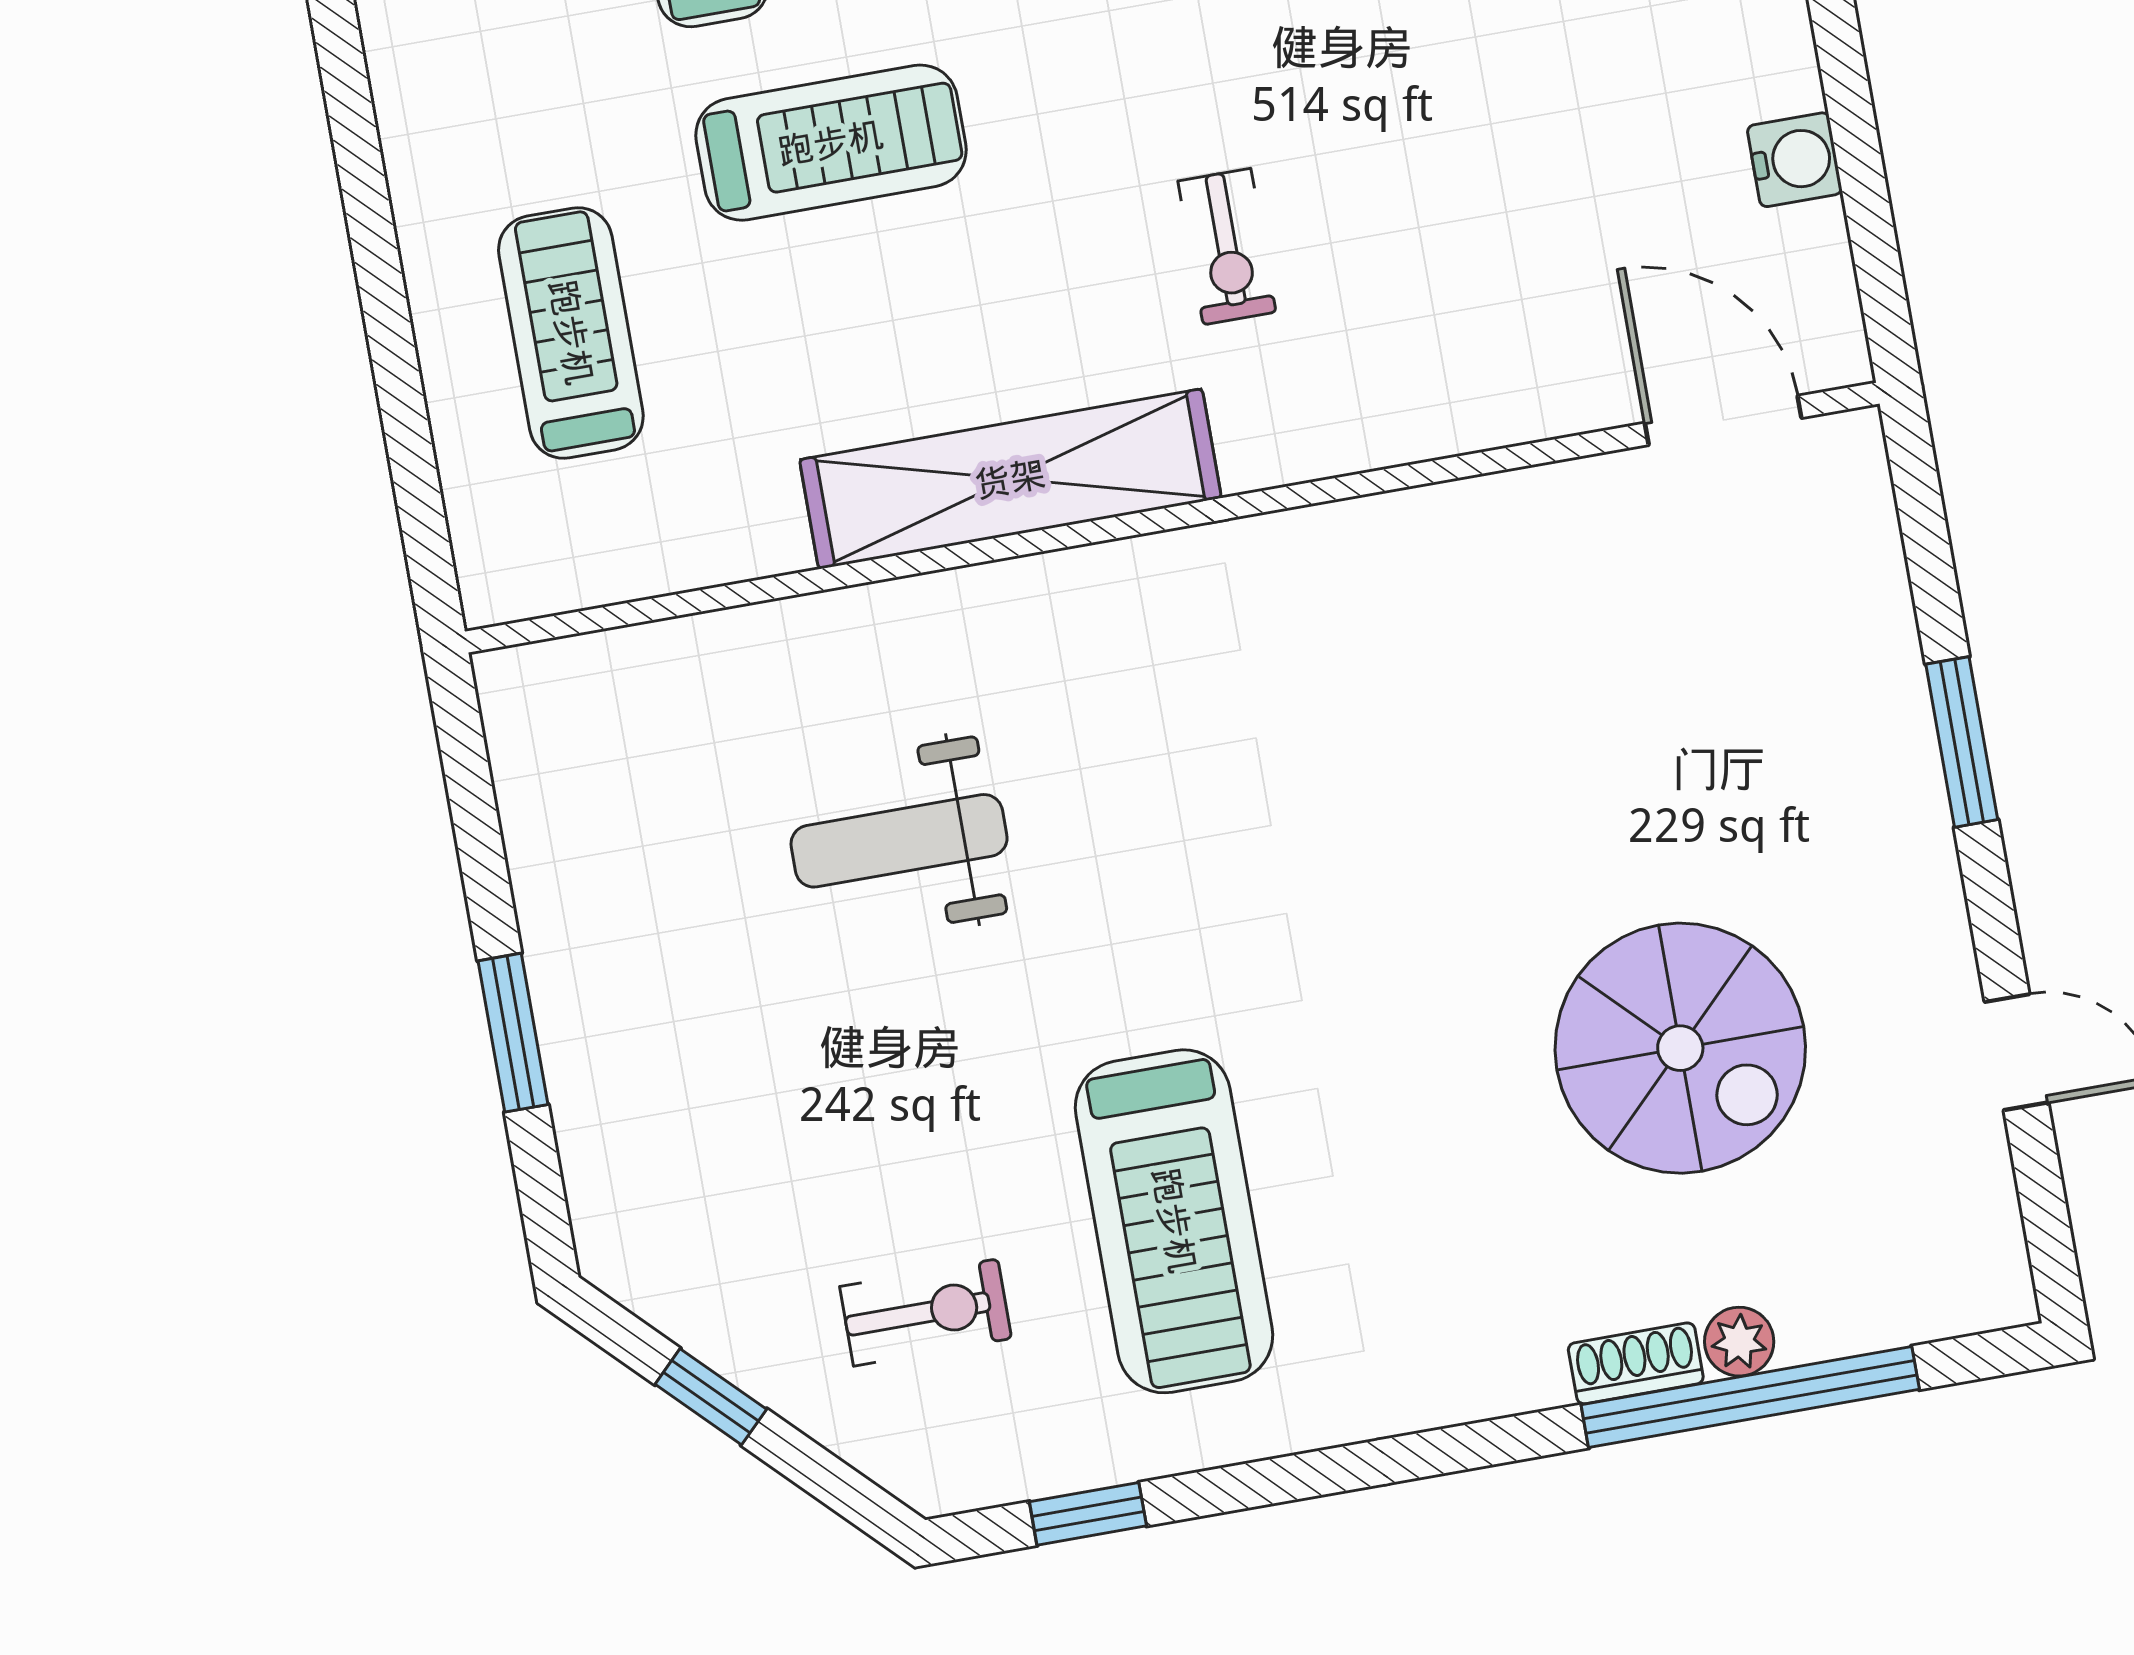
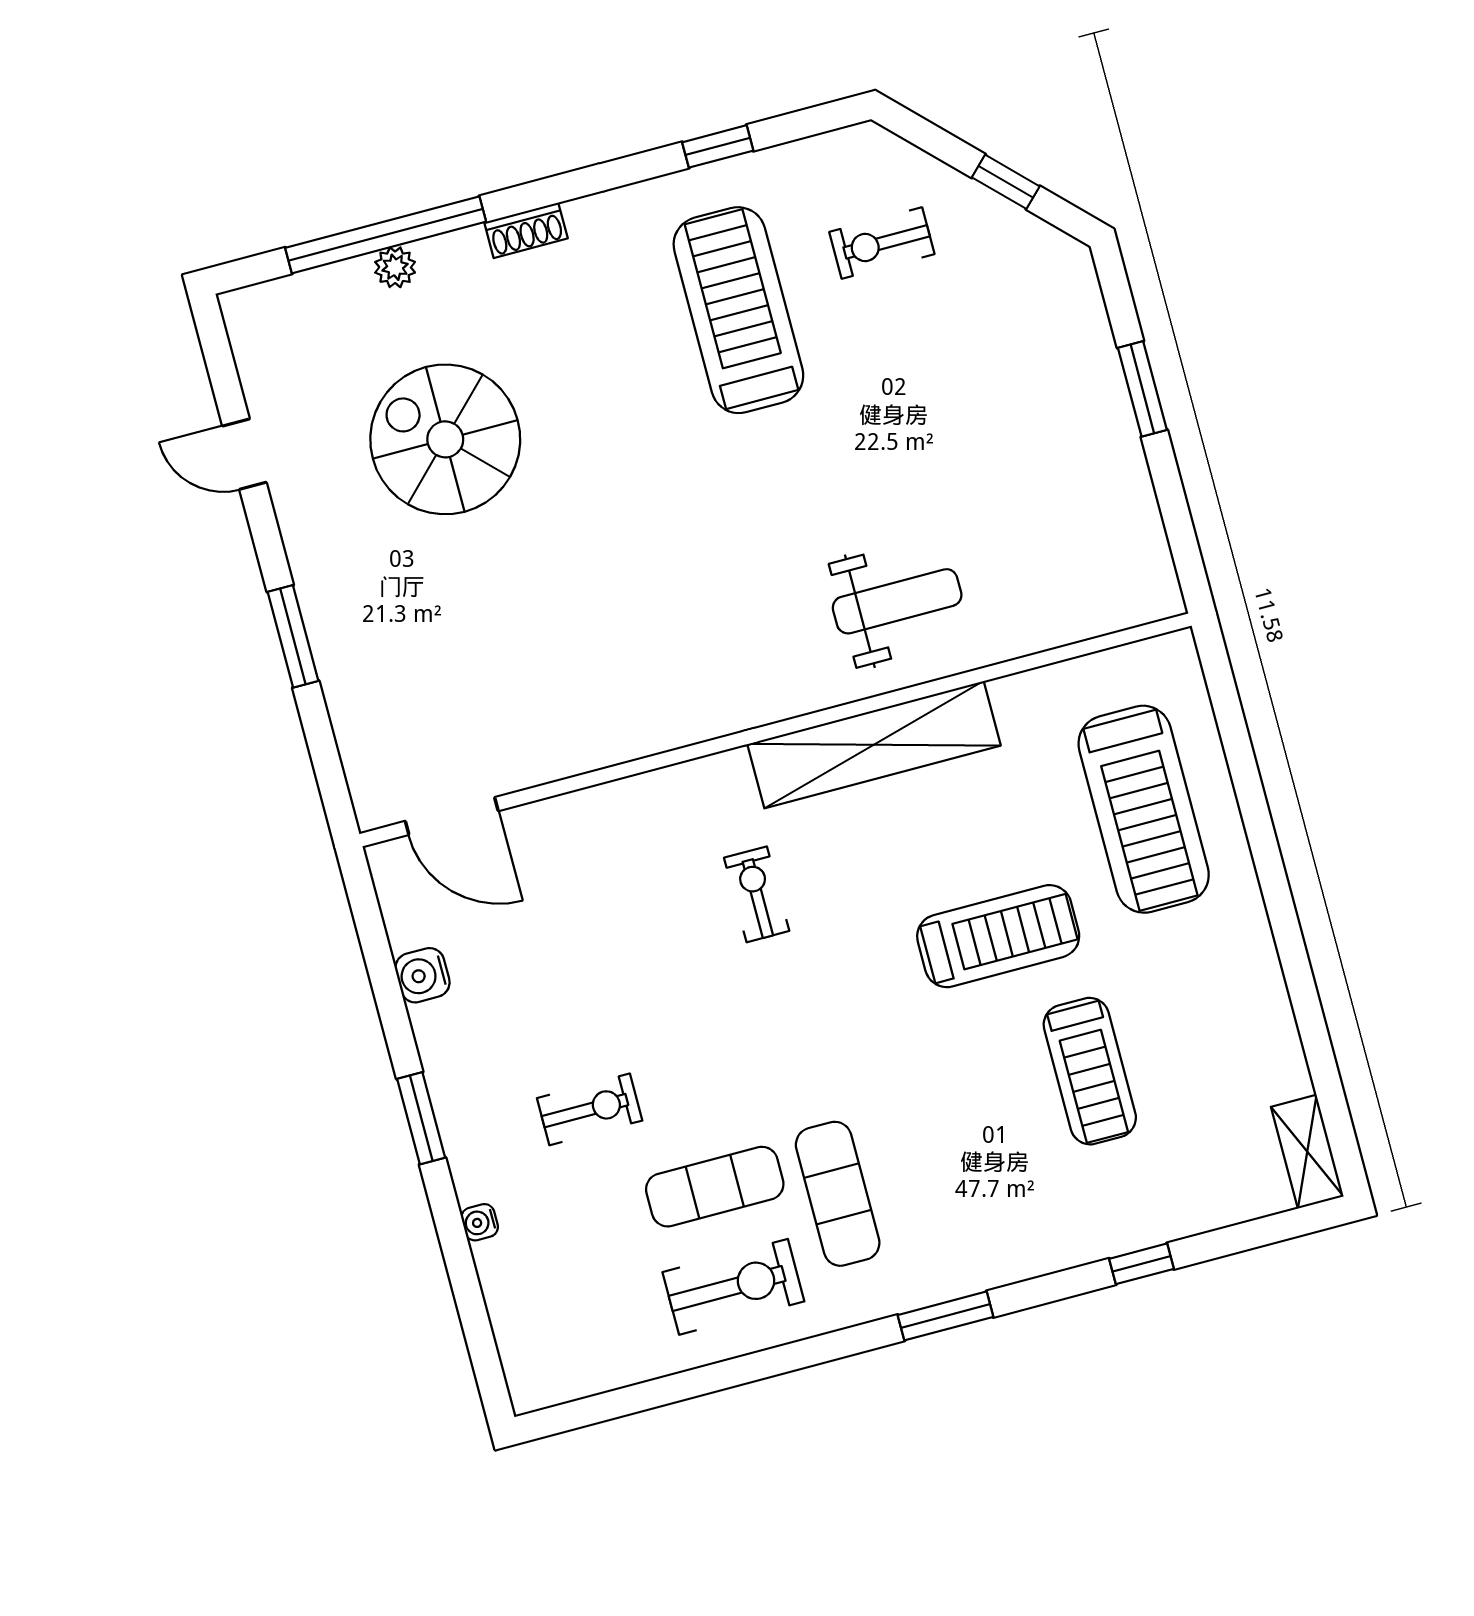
treadmill: (831, 143) -> (998, 936), turned 180
treadmill: (571, 333) -> (1144, 809), width x1.37, depth x1.38
weight bench: (899, 841) -> (897, 601), moved
shoe rack: (1636, 1363) -> (526, 230), moved
window: (1088, 1514) -> (718, 146), moved

